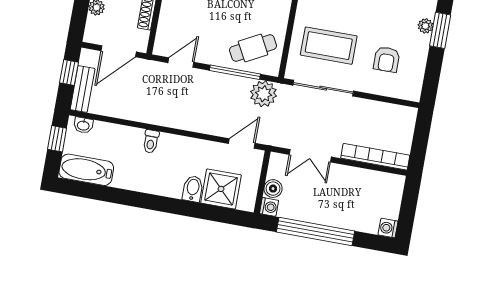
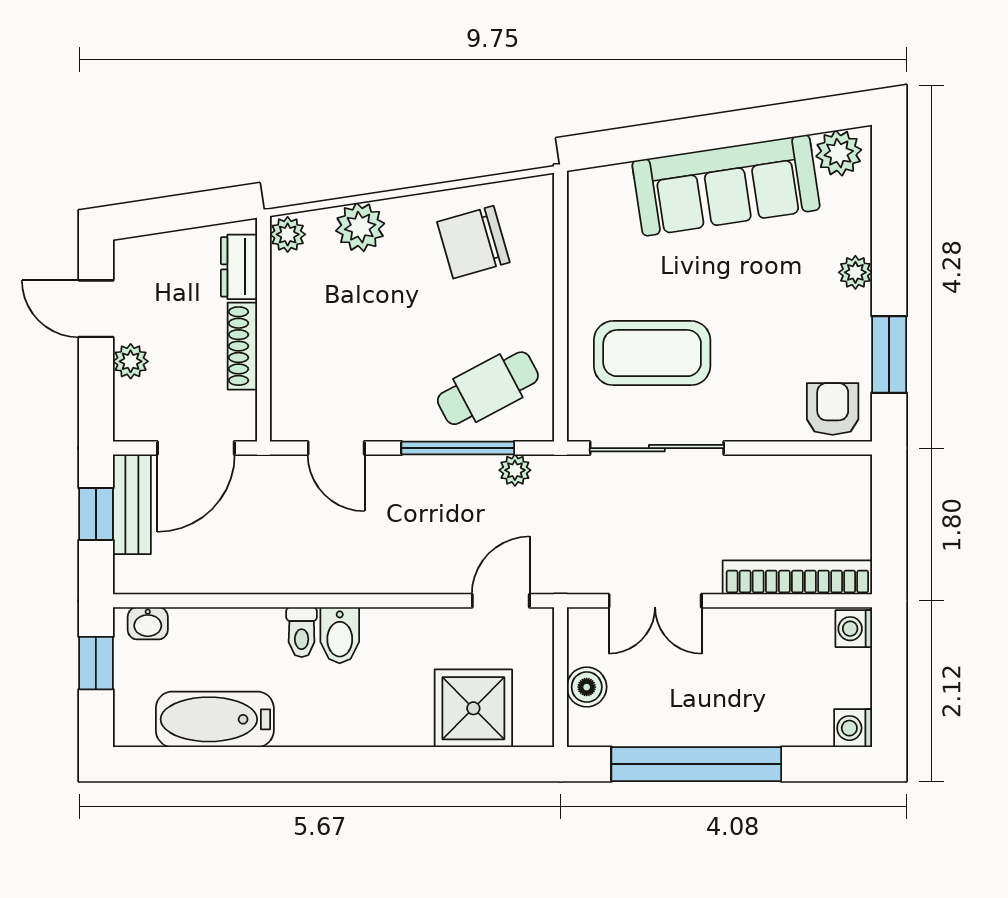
window: (440, 30) -> (889, 355), moved
armchair: (387, 59) -> (833, 409), moved, turned 180
door: (181, 62) -> (336, 448), swing flipped
bench: (83, 89) -> (132, 504), moved
plant: (263, 94) -> (515, 470), width x0.53, depth x0.53
bathtub: (86, 170) -> (215, 719), moved
bidet: (193, 189) -> (340, 635), moved, turned 180
washing machine: (269, 207) -> (854, 629), moved, turned 180

